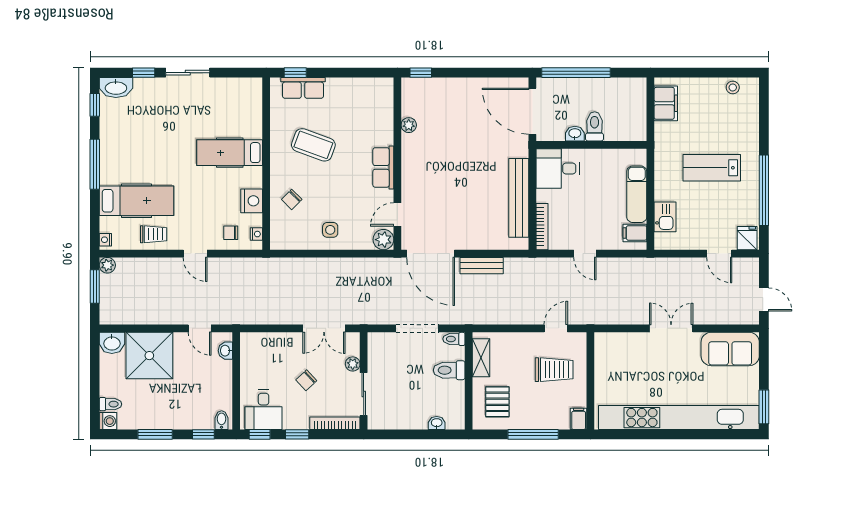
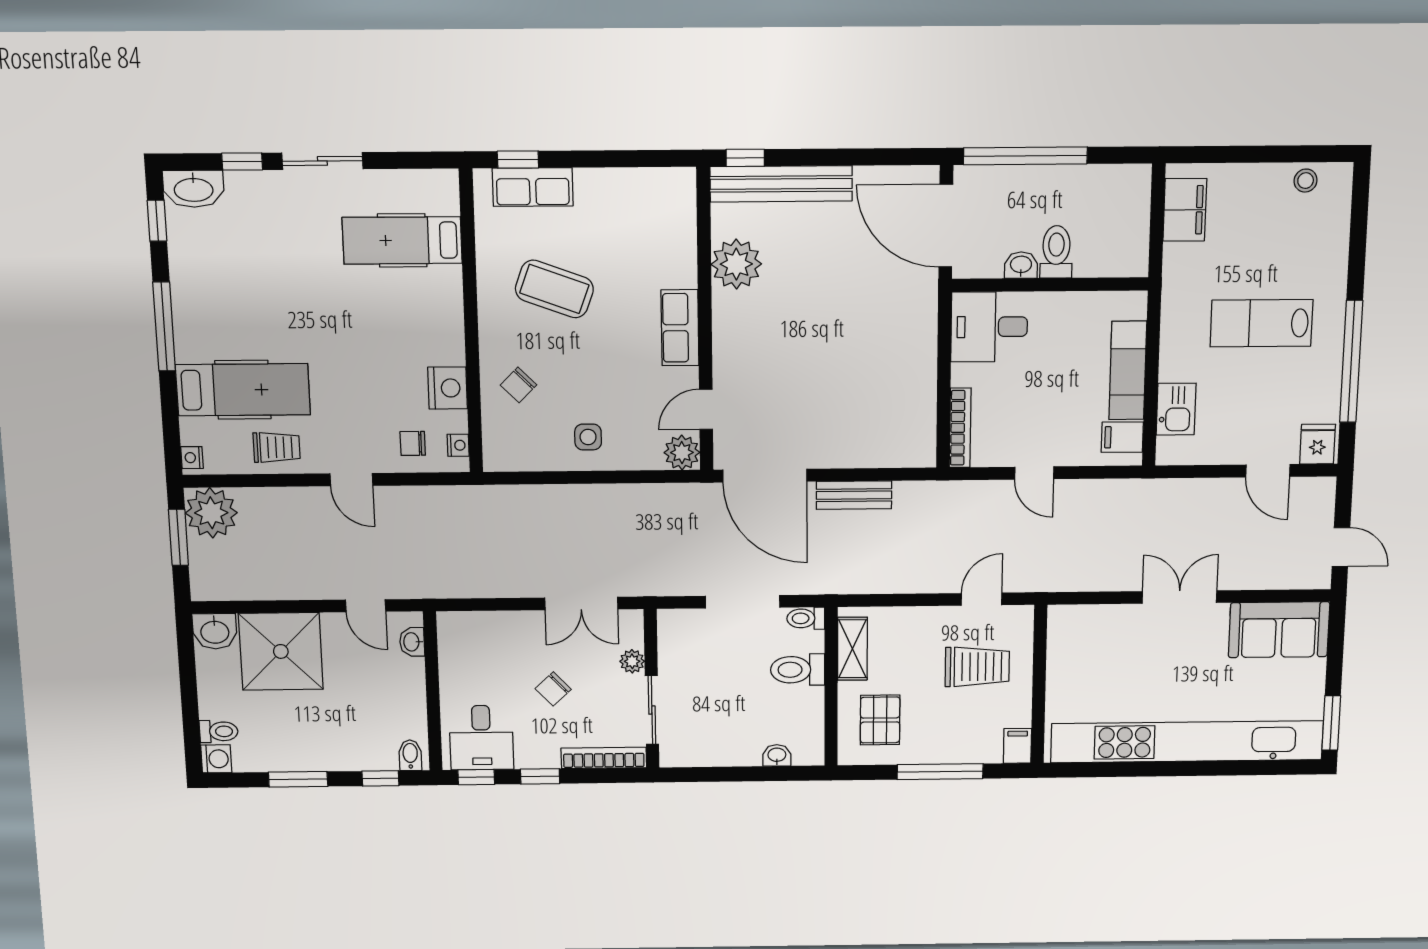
plant: (409, 125) -> (736, 264), width x1.88, depth x1.88
hospital bed: (230, 153) -> (402, 240), moved
bench: (519, 198) -> (781, 184), moved, turned 90
plant: (107, 265) -> (211, 513), width x1.88, depth x1.88

